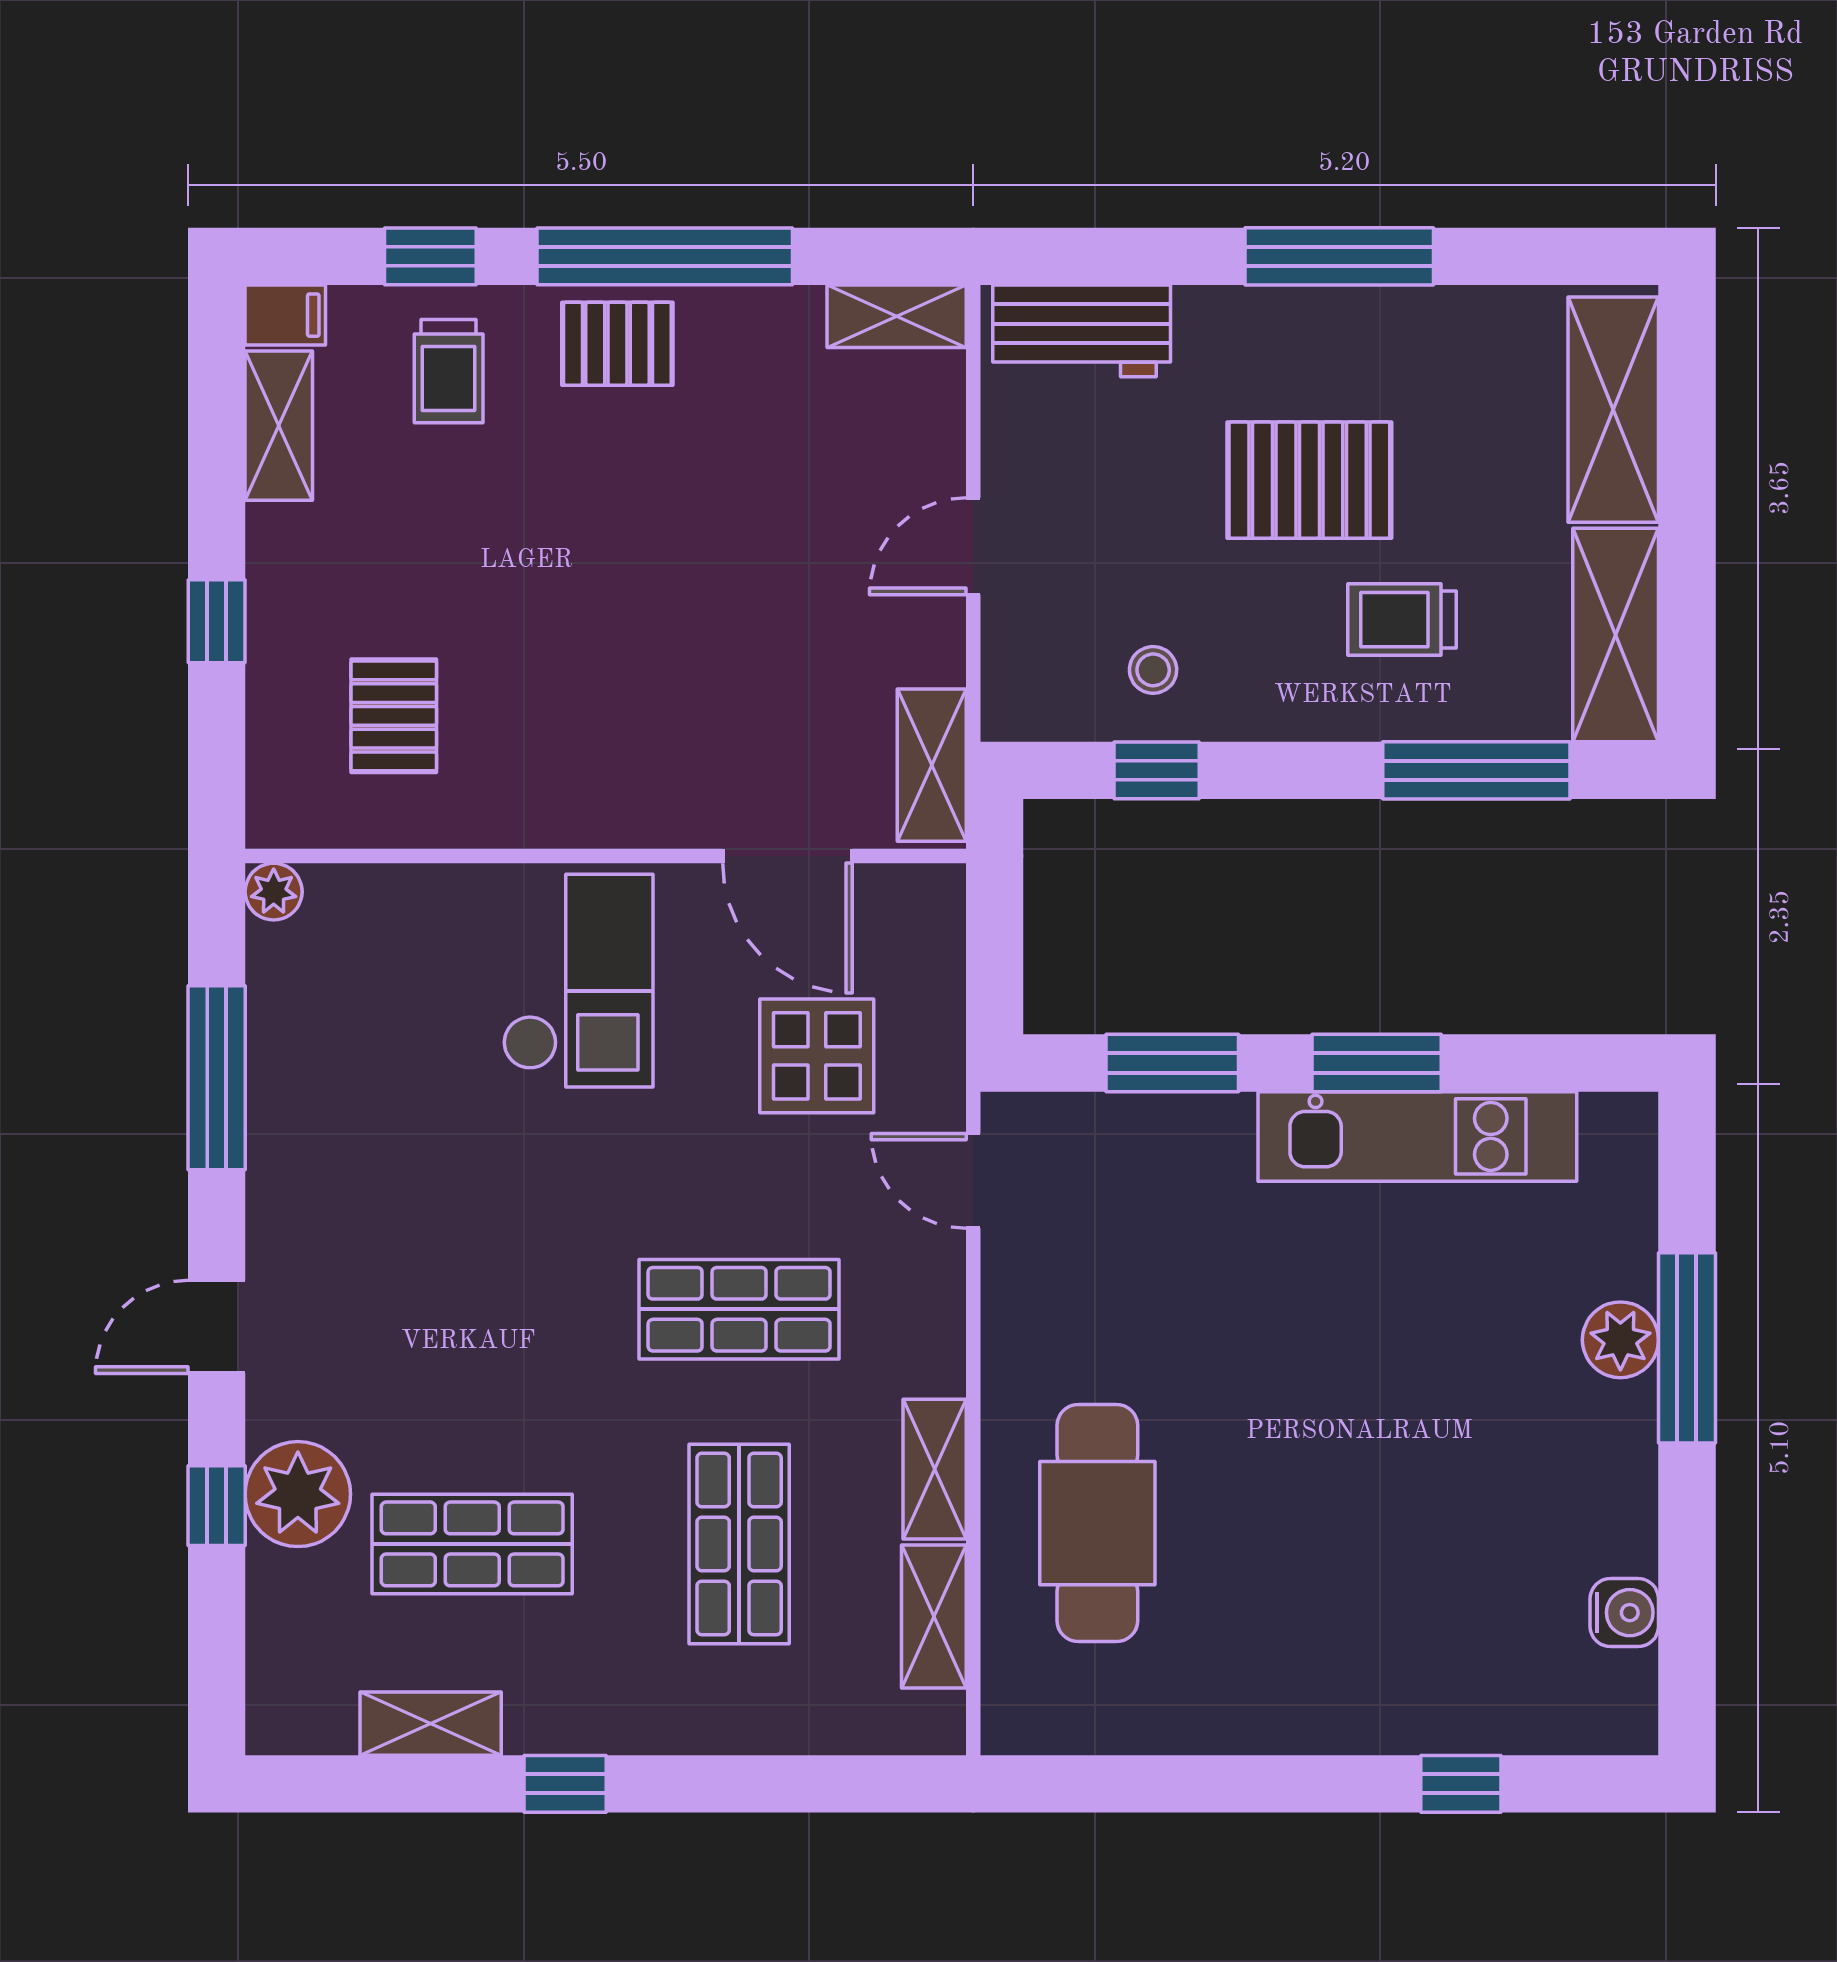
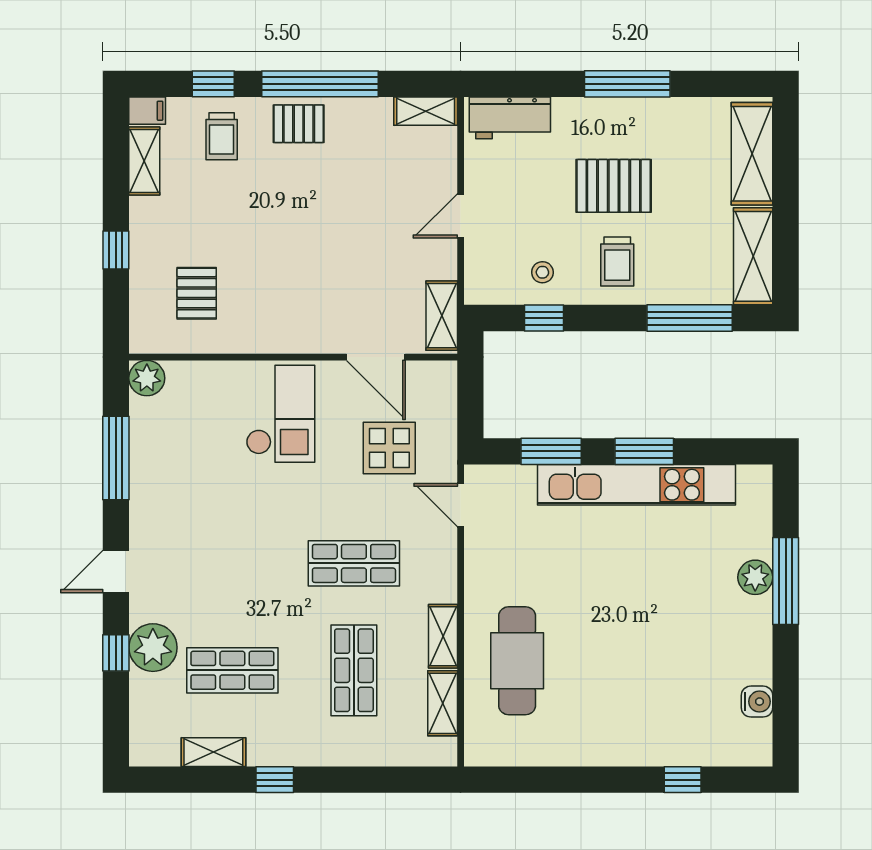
trolley: (1402, 620) -> (617, 262), moved, turned -90
plant: (274, 892) -> (147, 378), width x1.38, depth x1.38
kitchen unit: (1417, 1136) -> (636, 485), width x1.36

